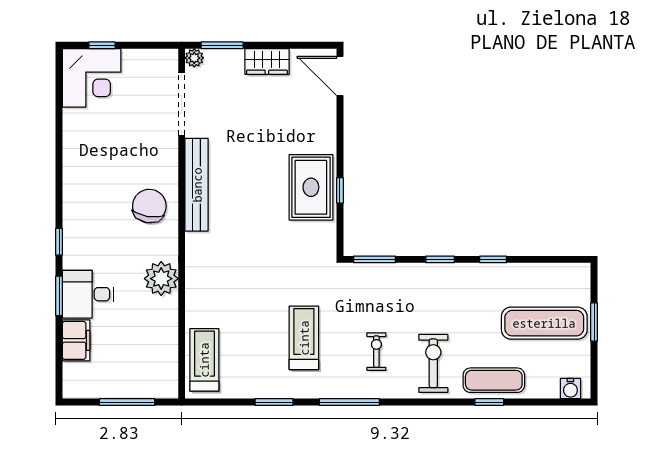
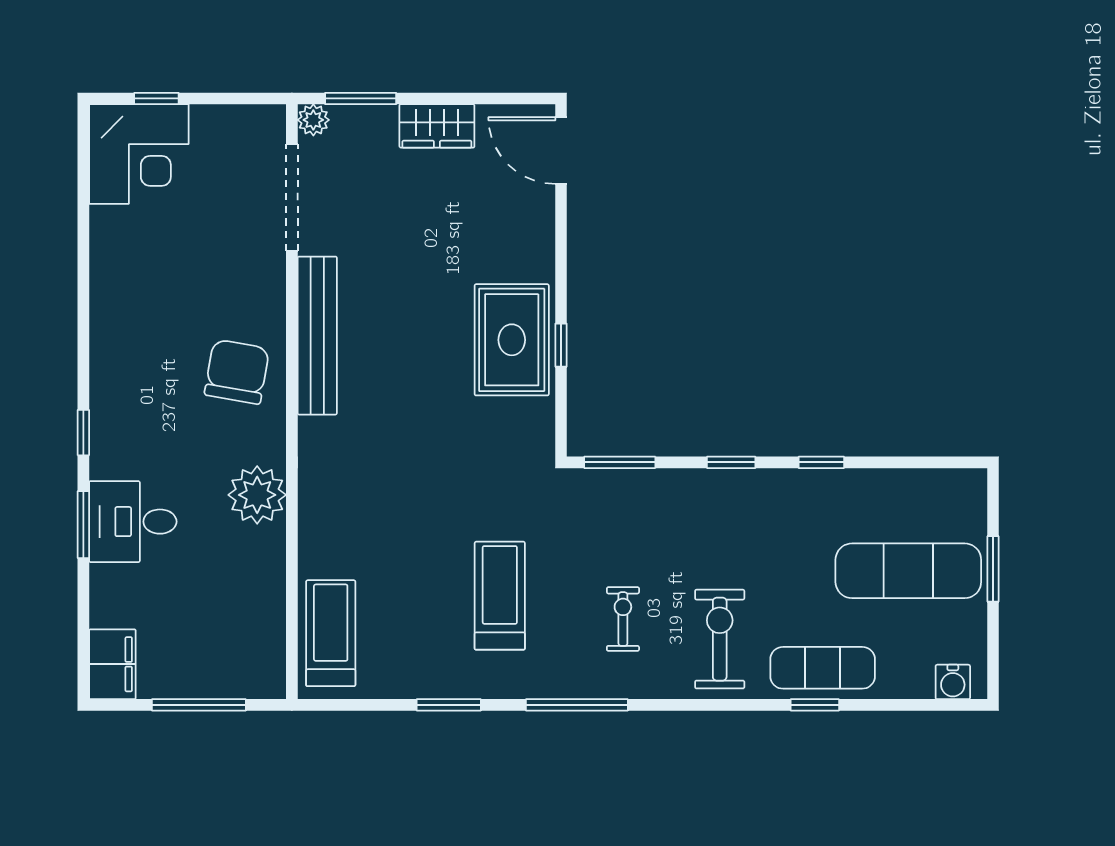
filing cabinet: (76, 340) -> (112, 664), moved

